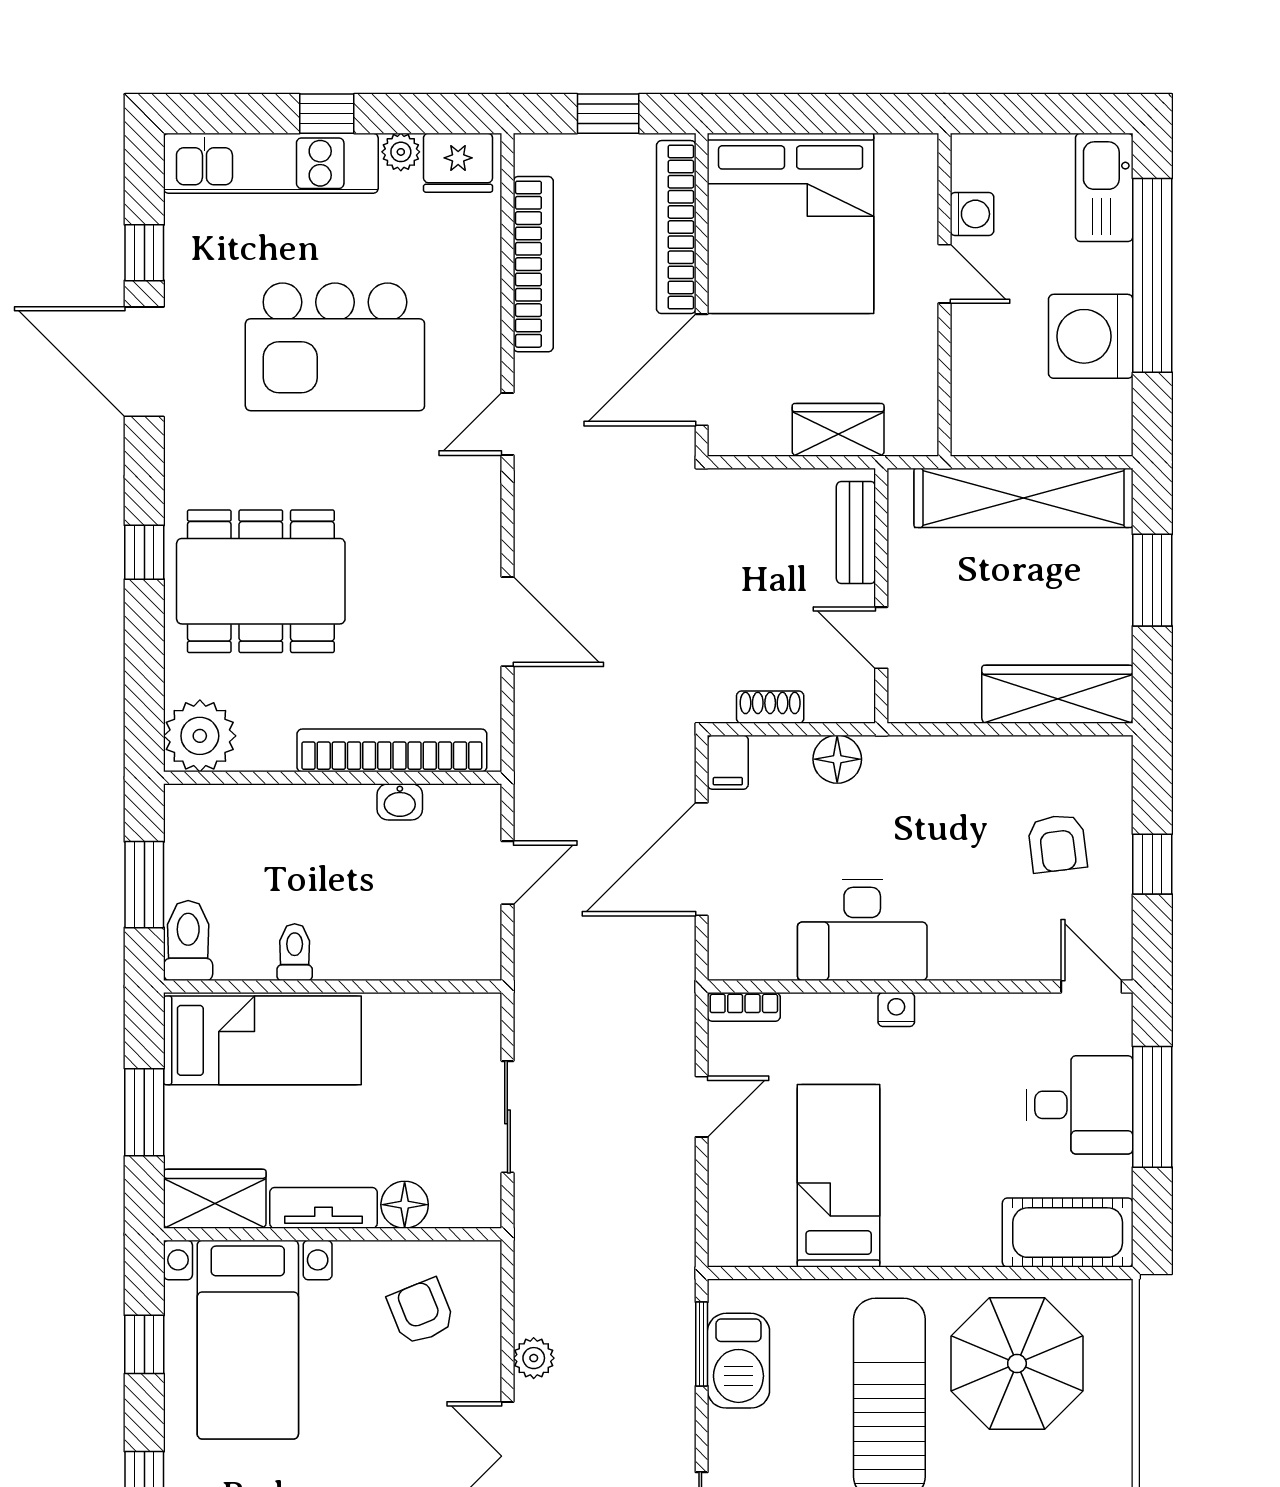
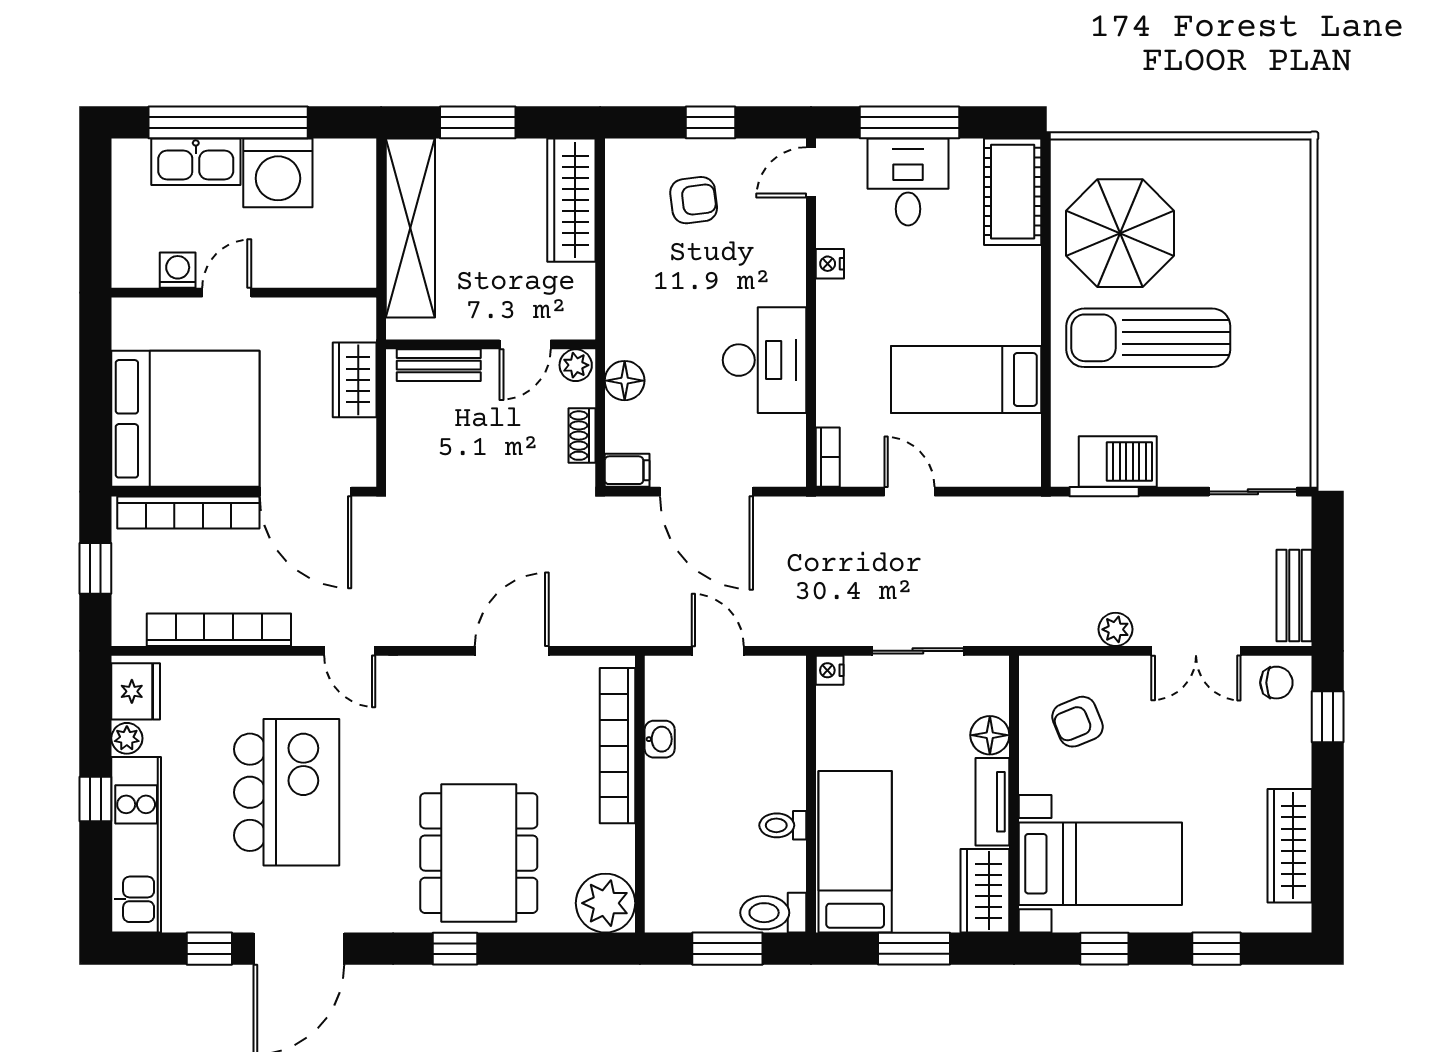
kitchen sink: (1104, 187) -> (196, 162), moved
plant: (856, 700) -> (576, 365), added
nightstand: (484, 1009) -> (830, 670), added
nightstand: (896, 1010) -> (830, 264), moved

